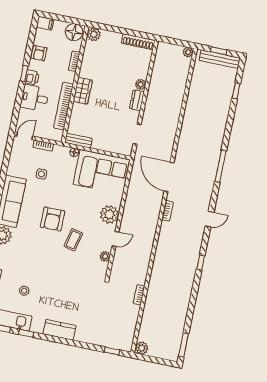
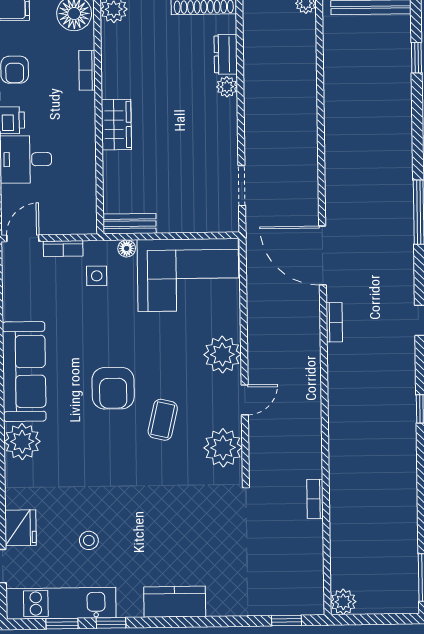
dresser: (137, 100) -> (226, 54), moved
bookcase: (64, 106) -> (86, 163), removed
side table: (41, 174) -> (97, 276), moved
plant: (105, 256) -> (223, 448), width x1.88, depth x1.88

